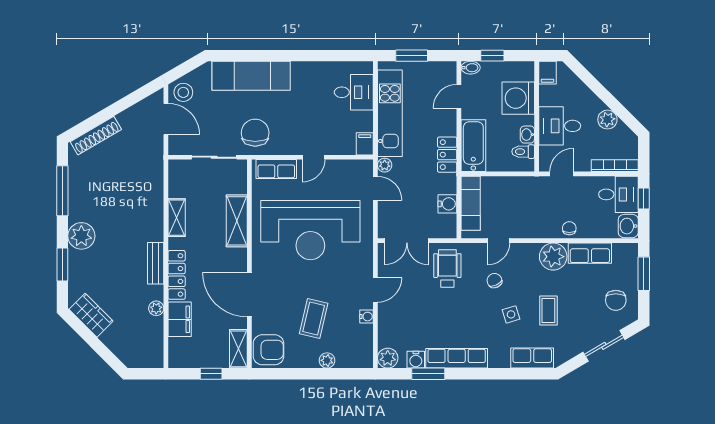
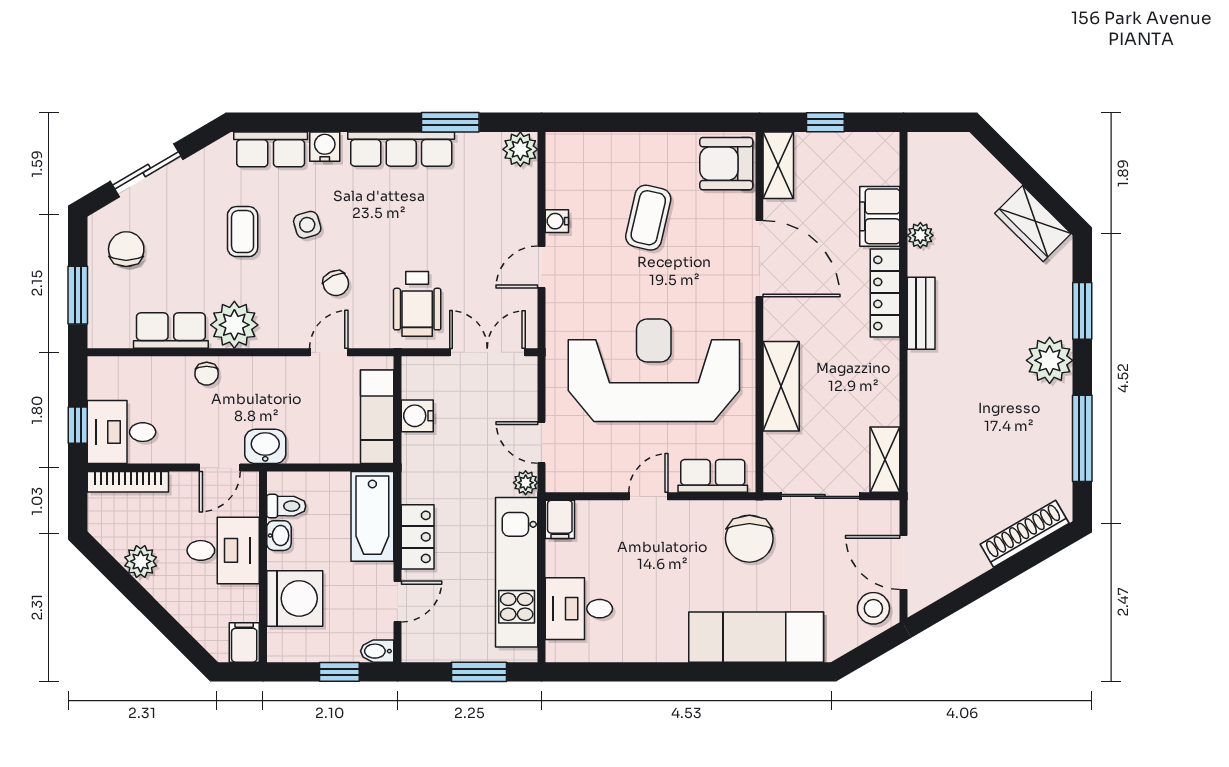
locker: (447, 155) -> (418, 537), moved
shelving: (177, 218) -> (885, 460), moved
washbasin: (628, 226) -> (265, 446), moved, turned -90
plant: (327, 360) -> (625, 145), removed
water cooler: (416, 360) -> (325, 147), moved

